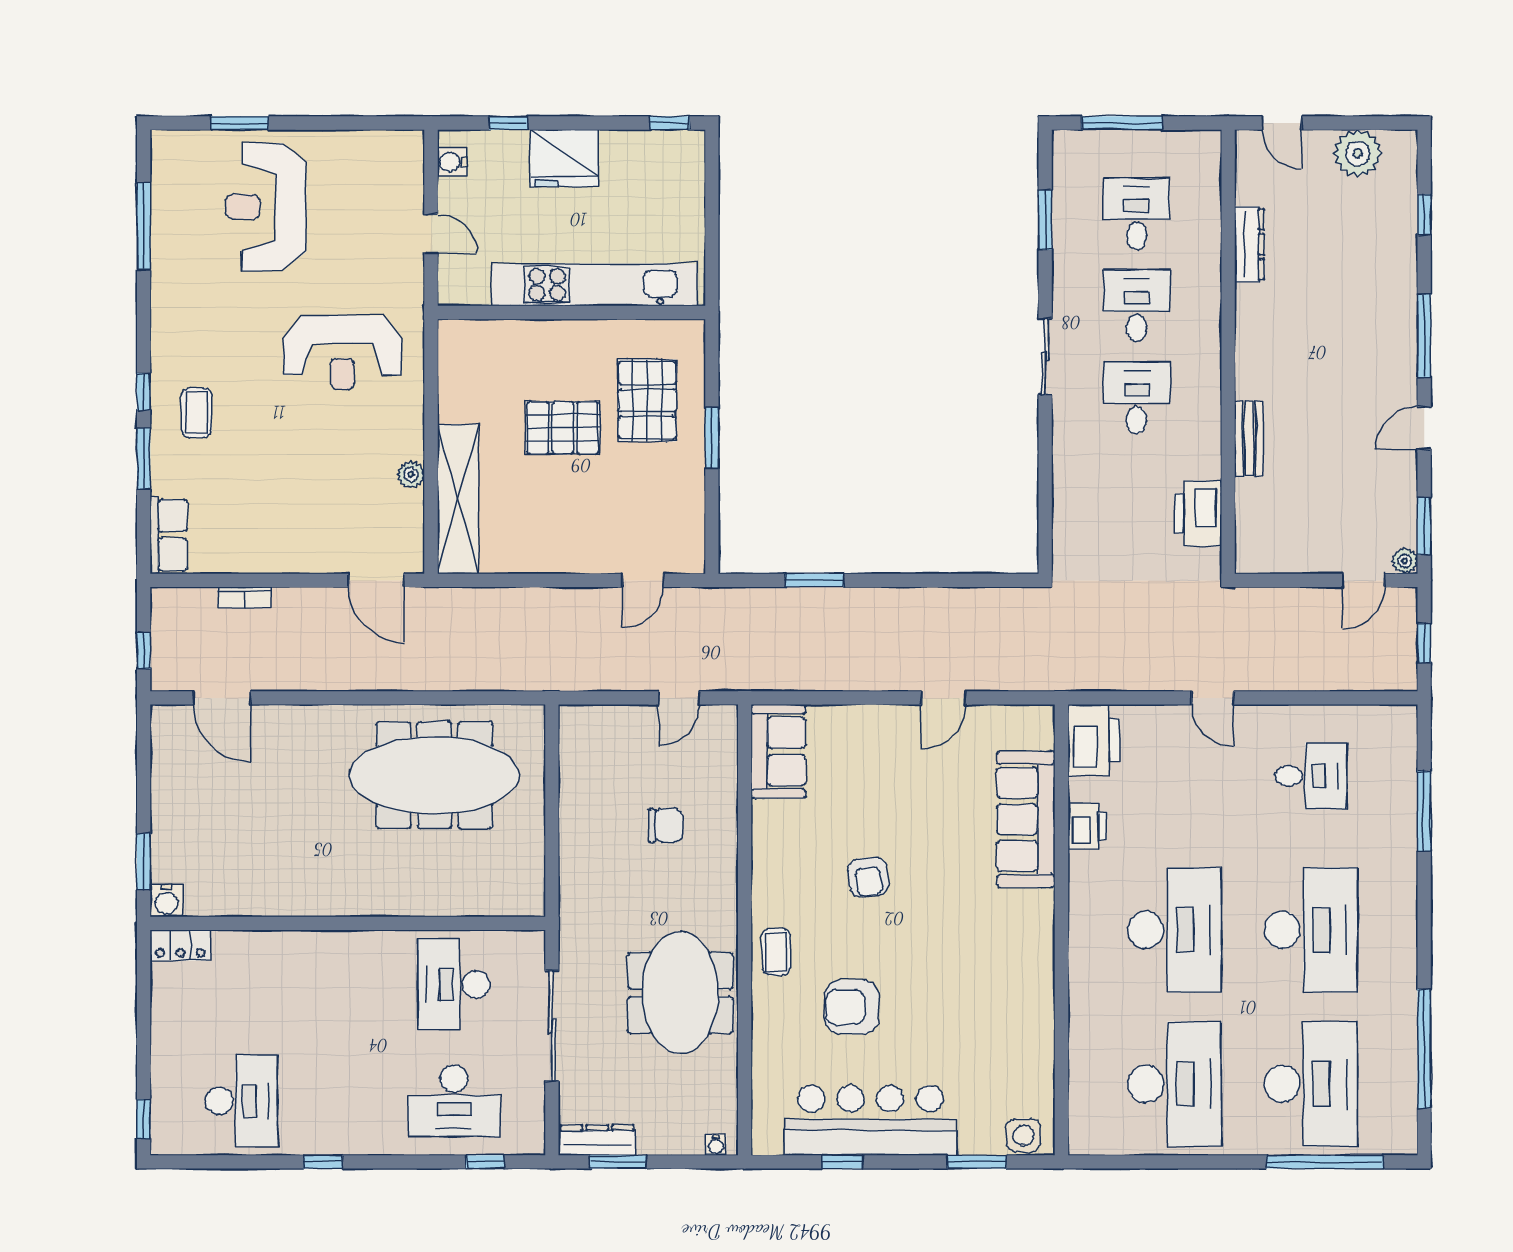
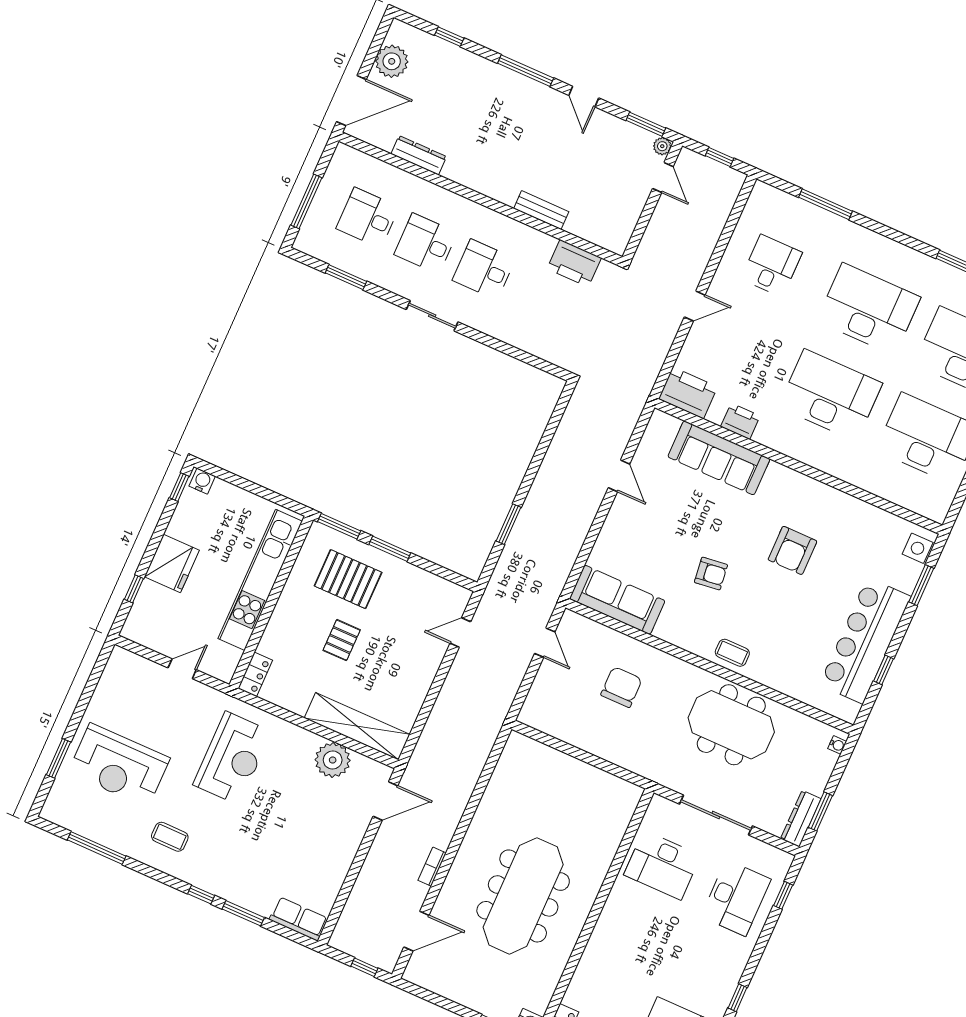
door: (1282, 123) -> (351, 101), width x1.88
water cooler: (452, 162) -> (202, 481), moved, turned 180
locker: (467, 334) -> (255, 674), added
window: (712, 357) -> (339, 526), added
coffee table: (197, 413) -> (170, 837), moved
pallet: (563, 428) -> (342, 640), width x0.67, depth x0.71
plant: (411, 475) -> (333, 760), width x1.87, depth x1.87
door: (643, 580) -> (460, 632), swing flipped
bookcase: (244, 598) -> (432, 867), moved, turned 180
sofa: (778, 752) -> (617, 600), width x1.36
meeting table: (434, 775) -> (523, 896), moved
chair: (665, 825) -> (621, 687), width x1.37, depth x1.37
armchair: (852, 1007) -> (792, 550), moved

